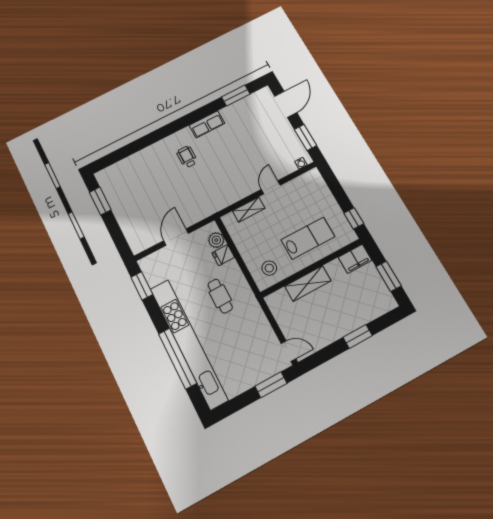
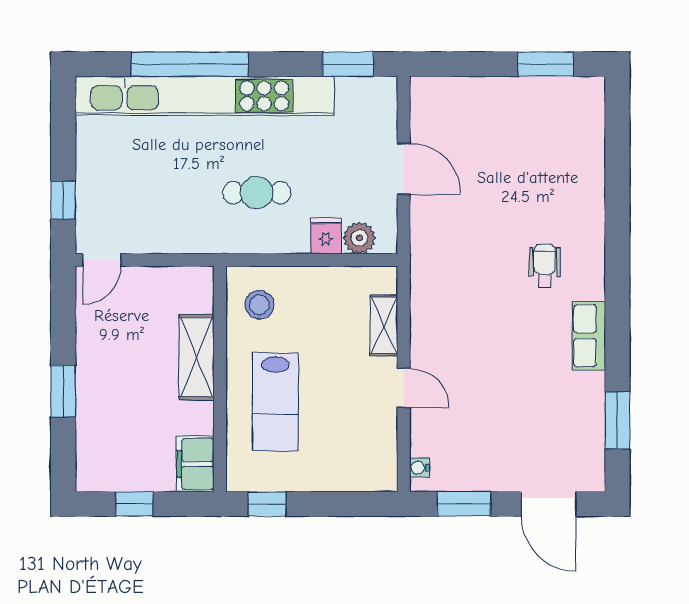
wheelchair: (187, 157) -> (545, 266), turned -90
window: (389, 276) -> (134, 504), width x0.67
window: (271, 385) -> (63, 200), width x0.67

